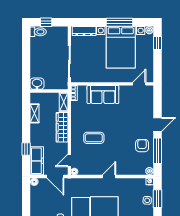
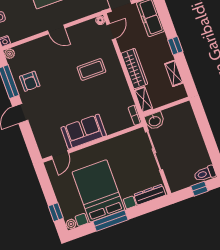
washbasin: (37, 84) -> (155, 121), moved
sofa: (103, 94) -> (84, 132), moved
window: (26, 149) -> (175, 46), moved
door: (109, 177) -> (56, 29), hinge flipped

